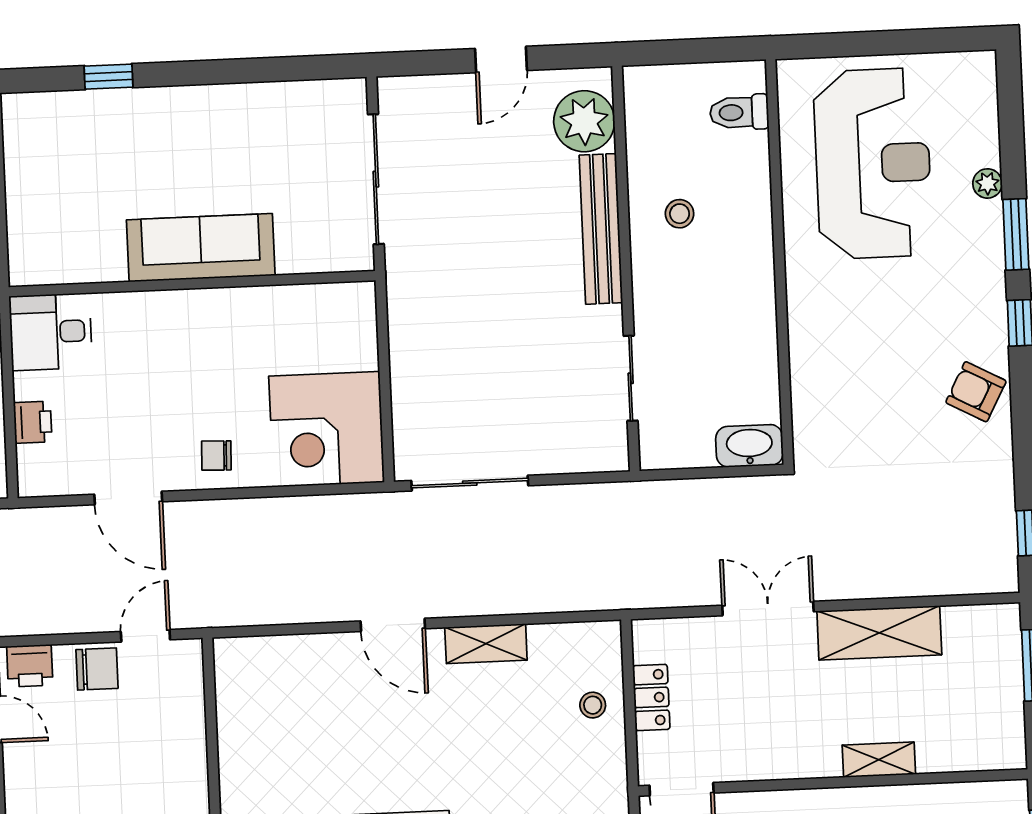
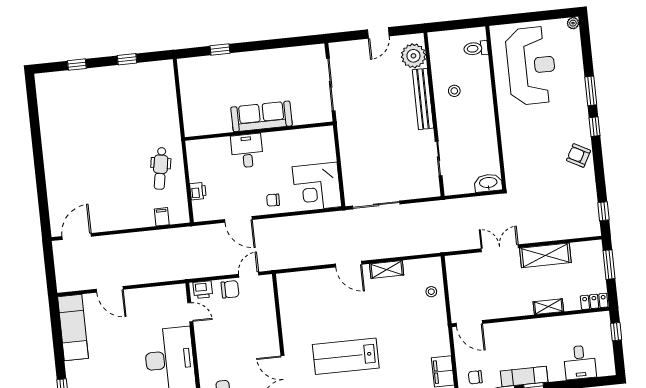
plant: (987, 183) -> (573, 23), moved
desk: (51, 332) -> (247, 151), moved, turned 90
locker: (651, 697) -> (594, 301), moved, turned -90

